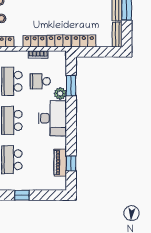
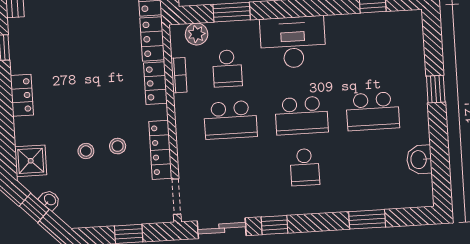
plant: (60, 93) -> (197, 34), moved
piano: (60, 163) -> (373, 23), removed

